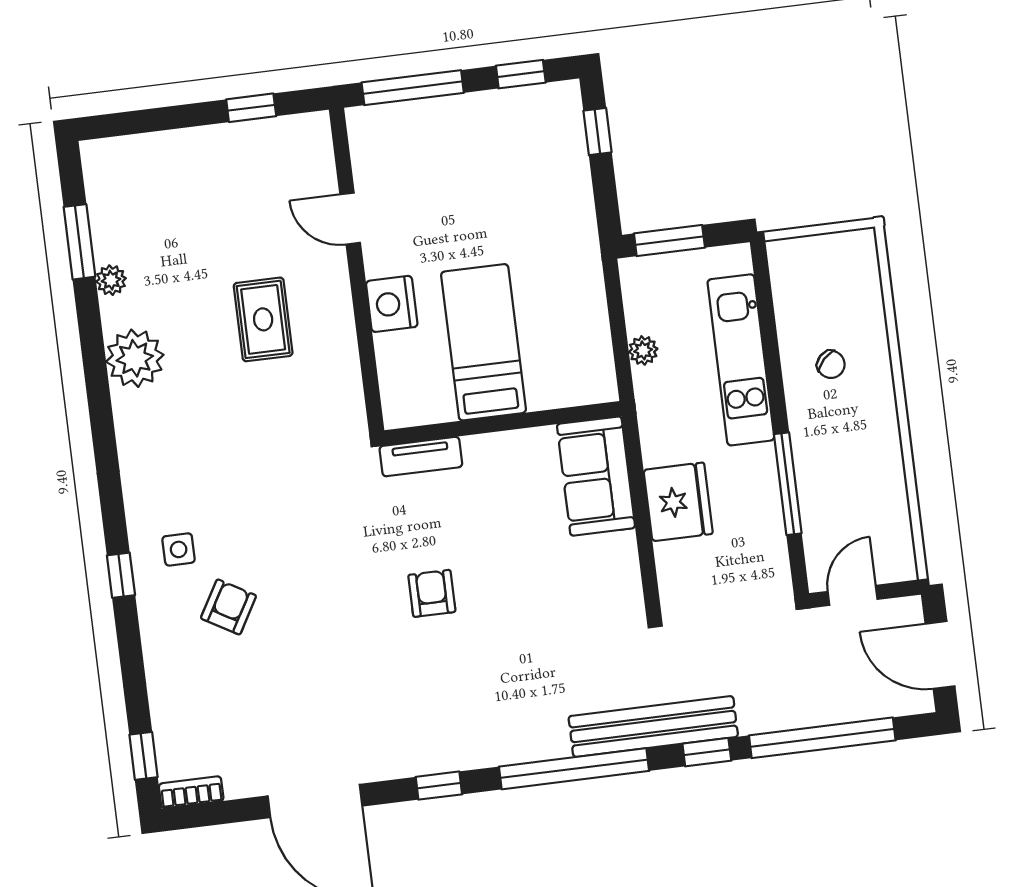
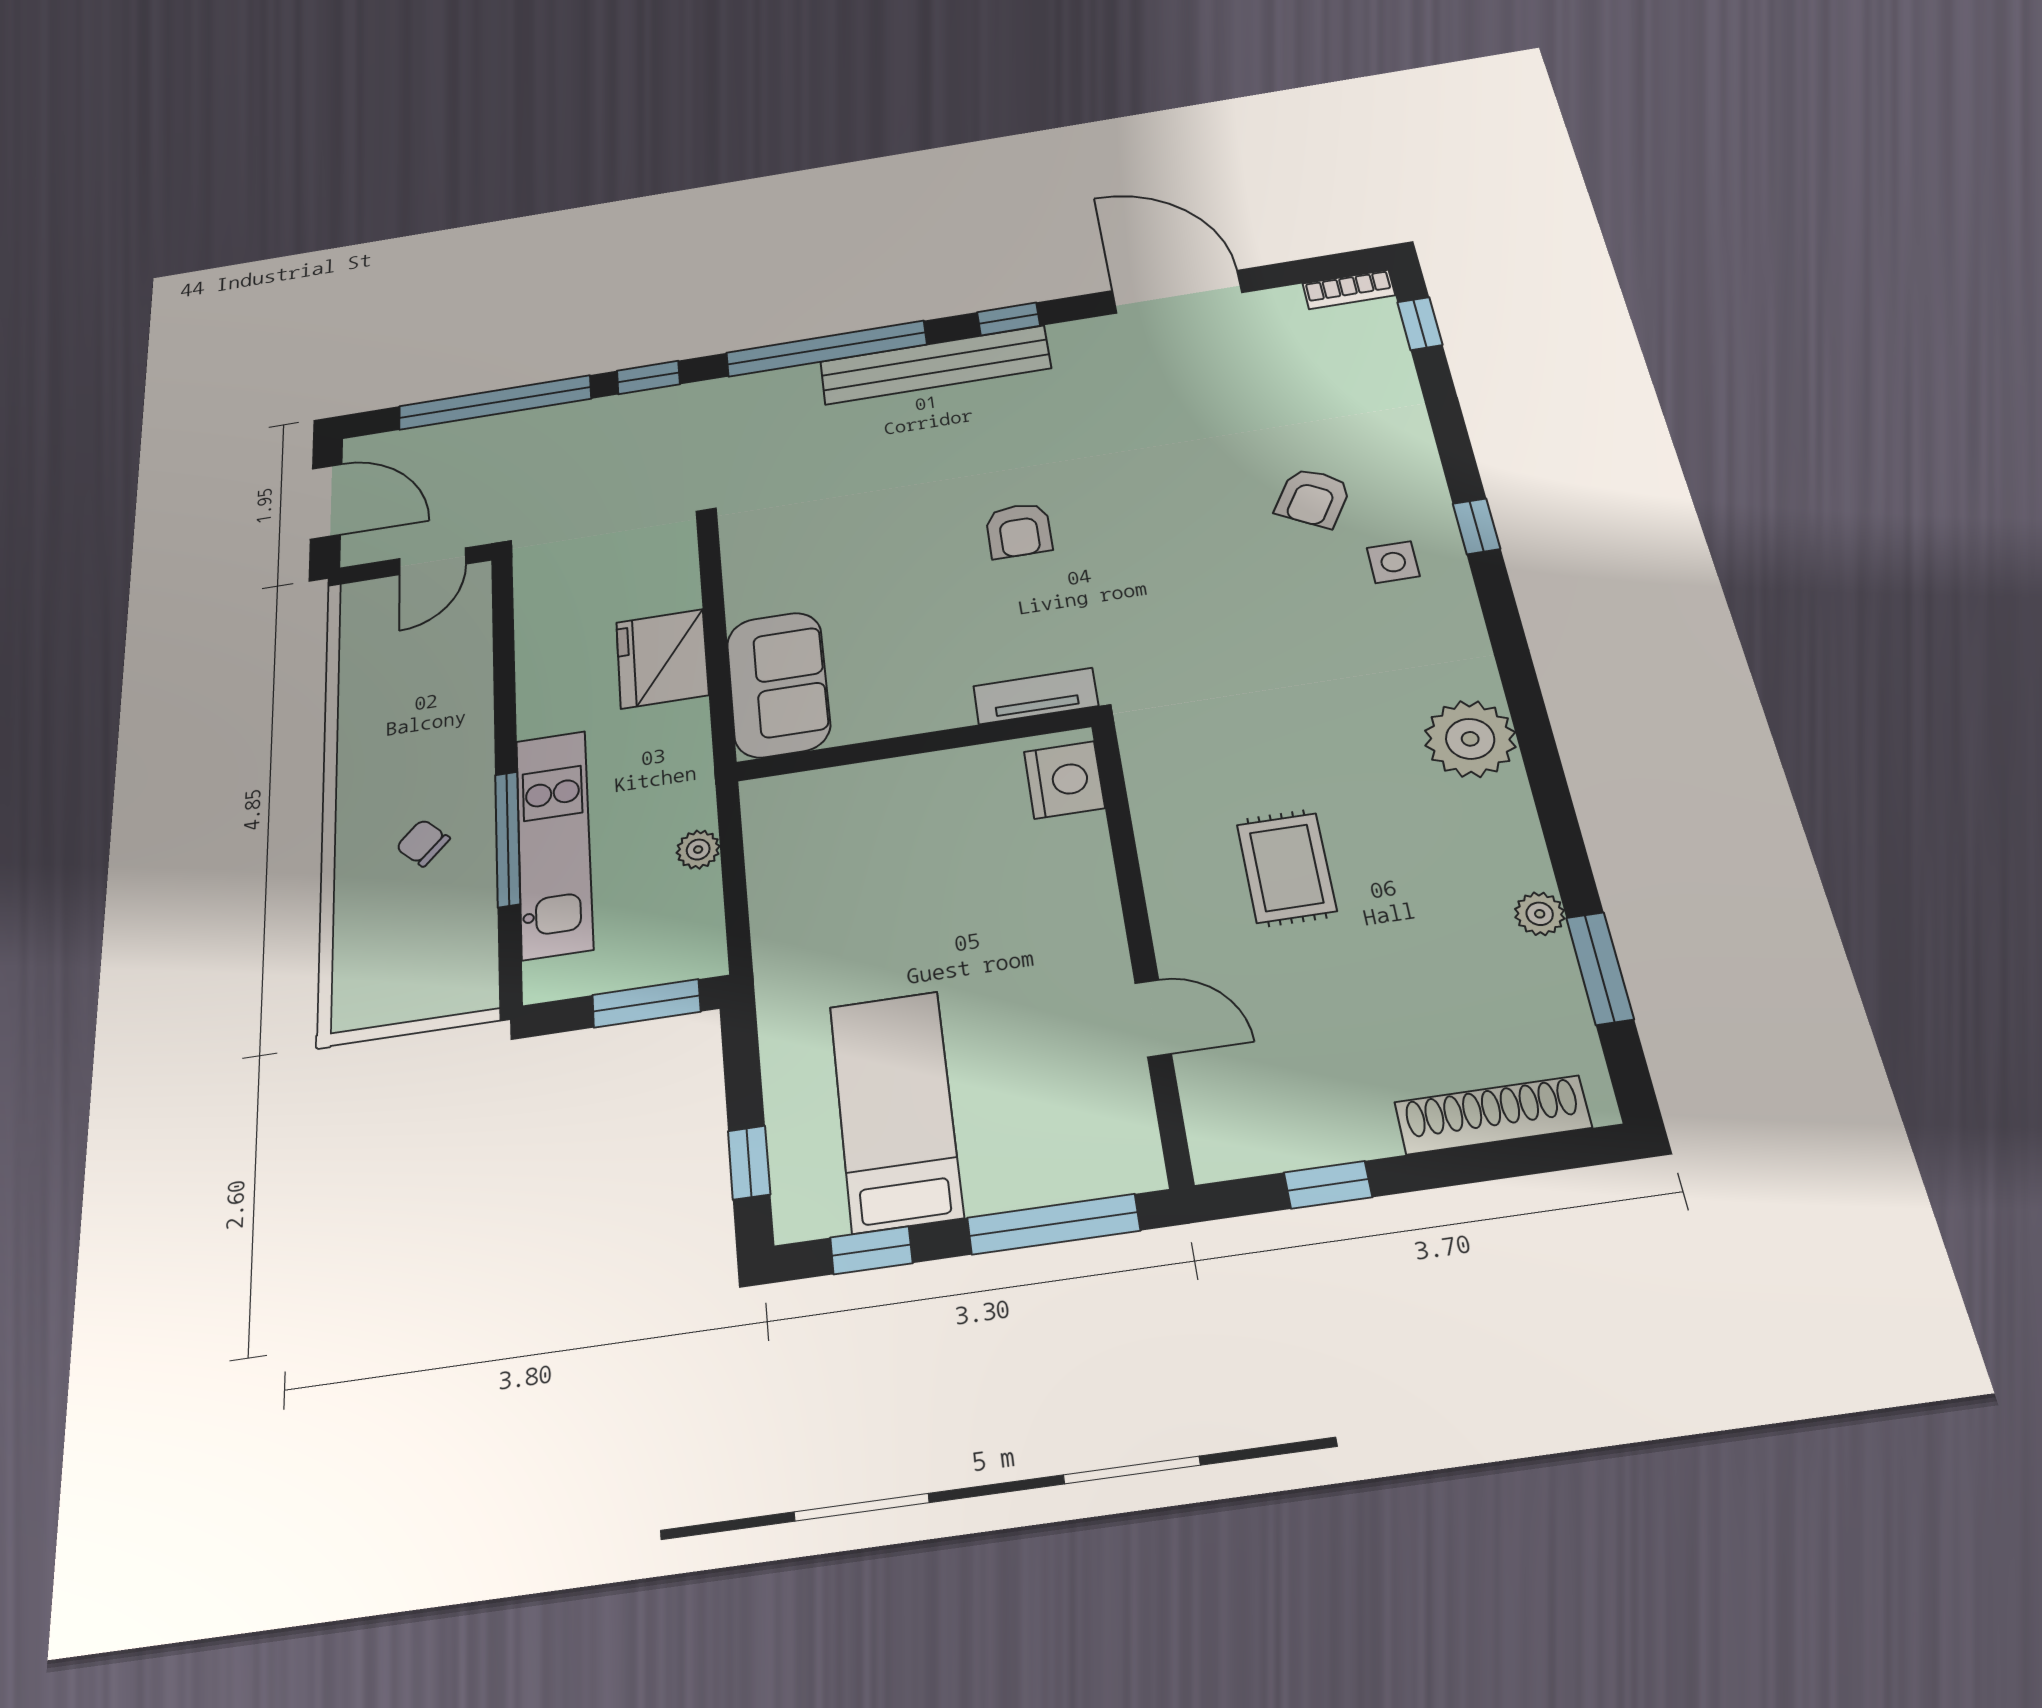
shoe rack: (152, 149) -> (1493, 1115), added
nightstand: (392, 304) -> (1064, 780), moved
bed: (484, 342) -> (896, 1110), moved, turned 180
plant: (135, 358) -> (1470, 739), moved
window: (788, 484) -> (508, 839), moved
bench: (653, 727) -> (935, 365), moved

